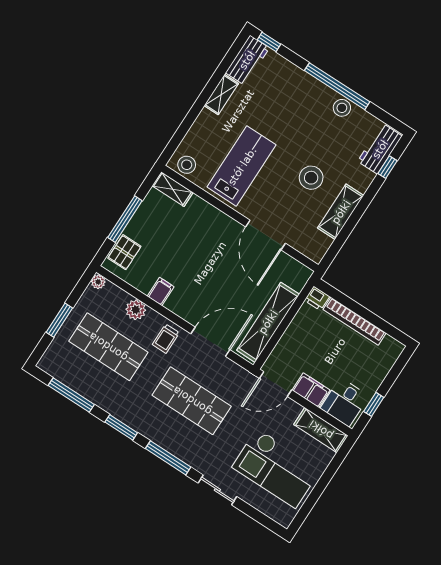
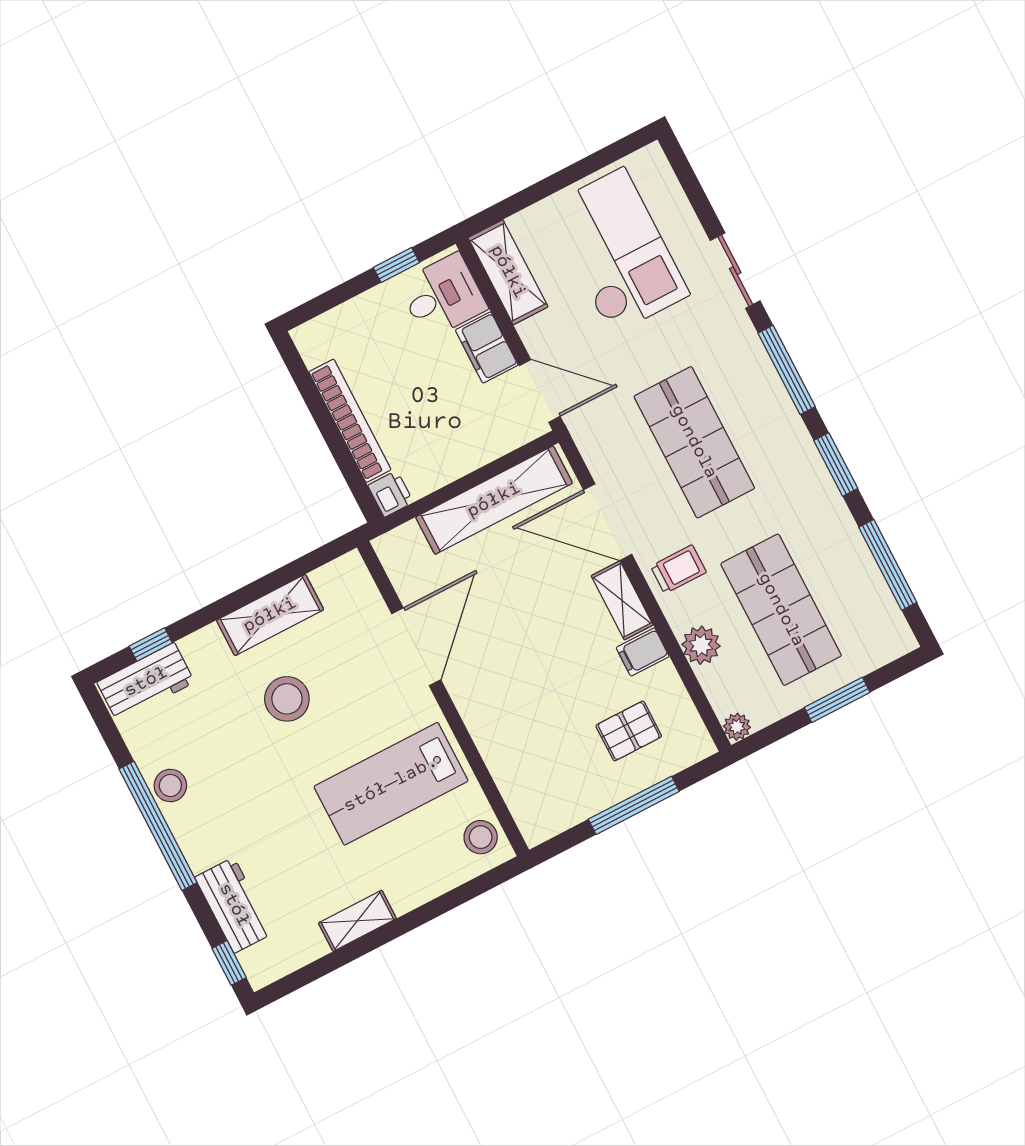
workbench: (247, 60) -> (234, 905), moved, turned 90
shelving: (172, 189) -> (622, 600), moved
pallet: (124, 252) -> (629, 731), moved

